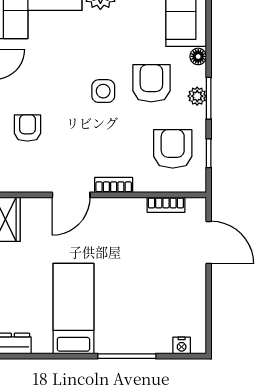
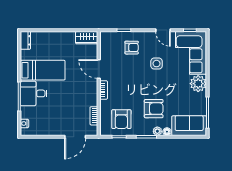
side table: (103, 91) -> (157, 64), moved
plant: (197, 96) -> (157, 131), moved
armchair: (173, 149) -> (121, 119), turned 90
desk: (121, 327) -> (34, 93), added

